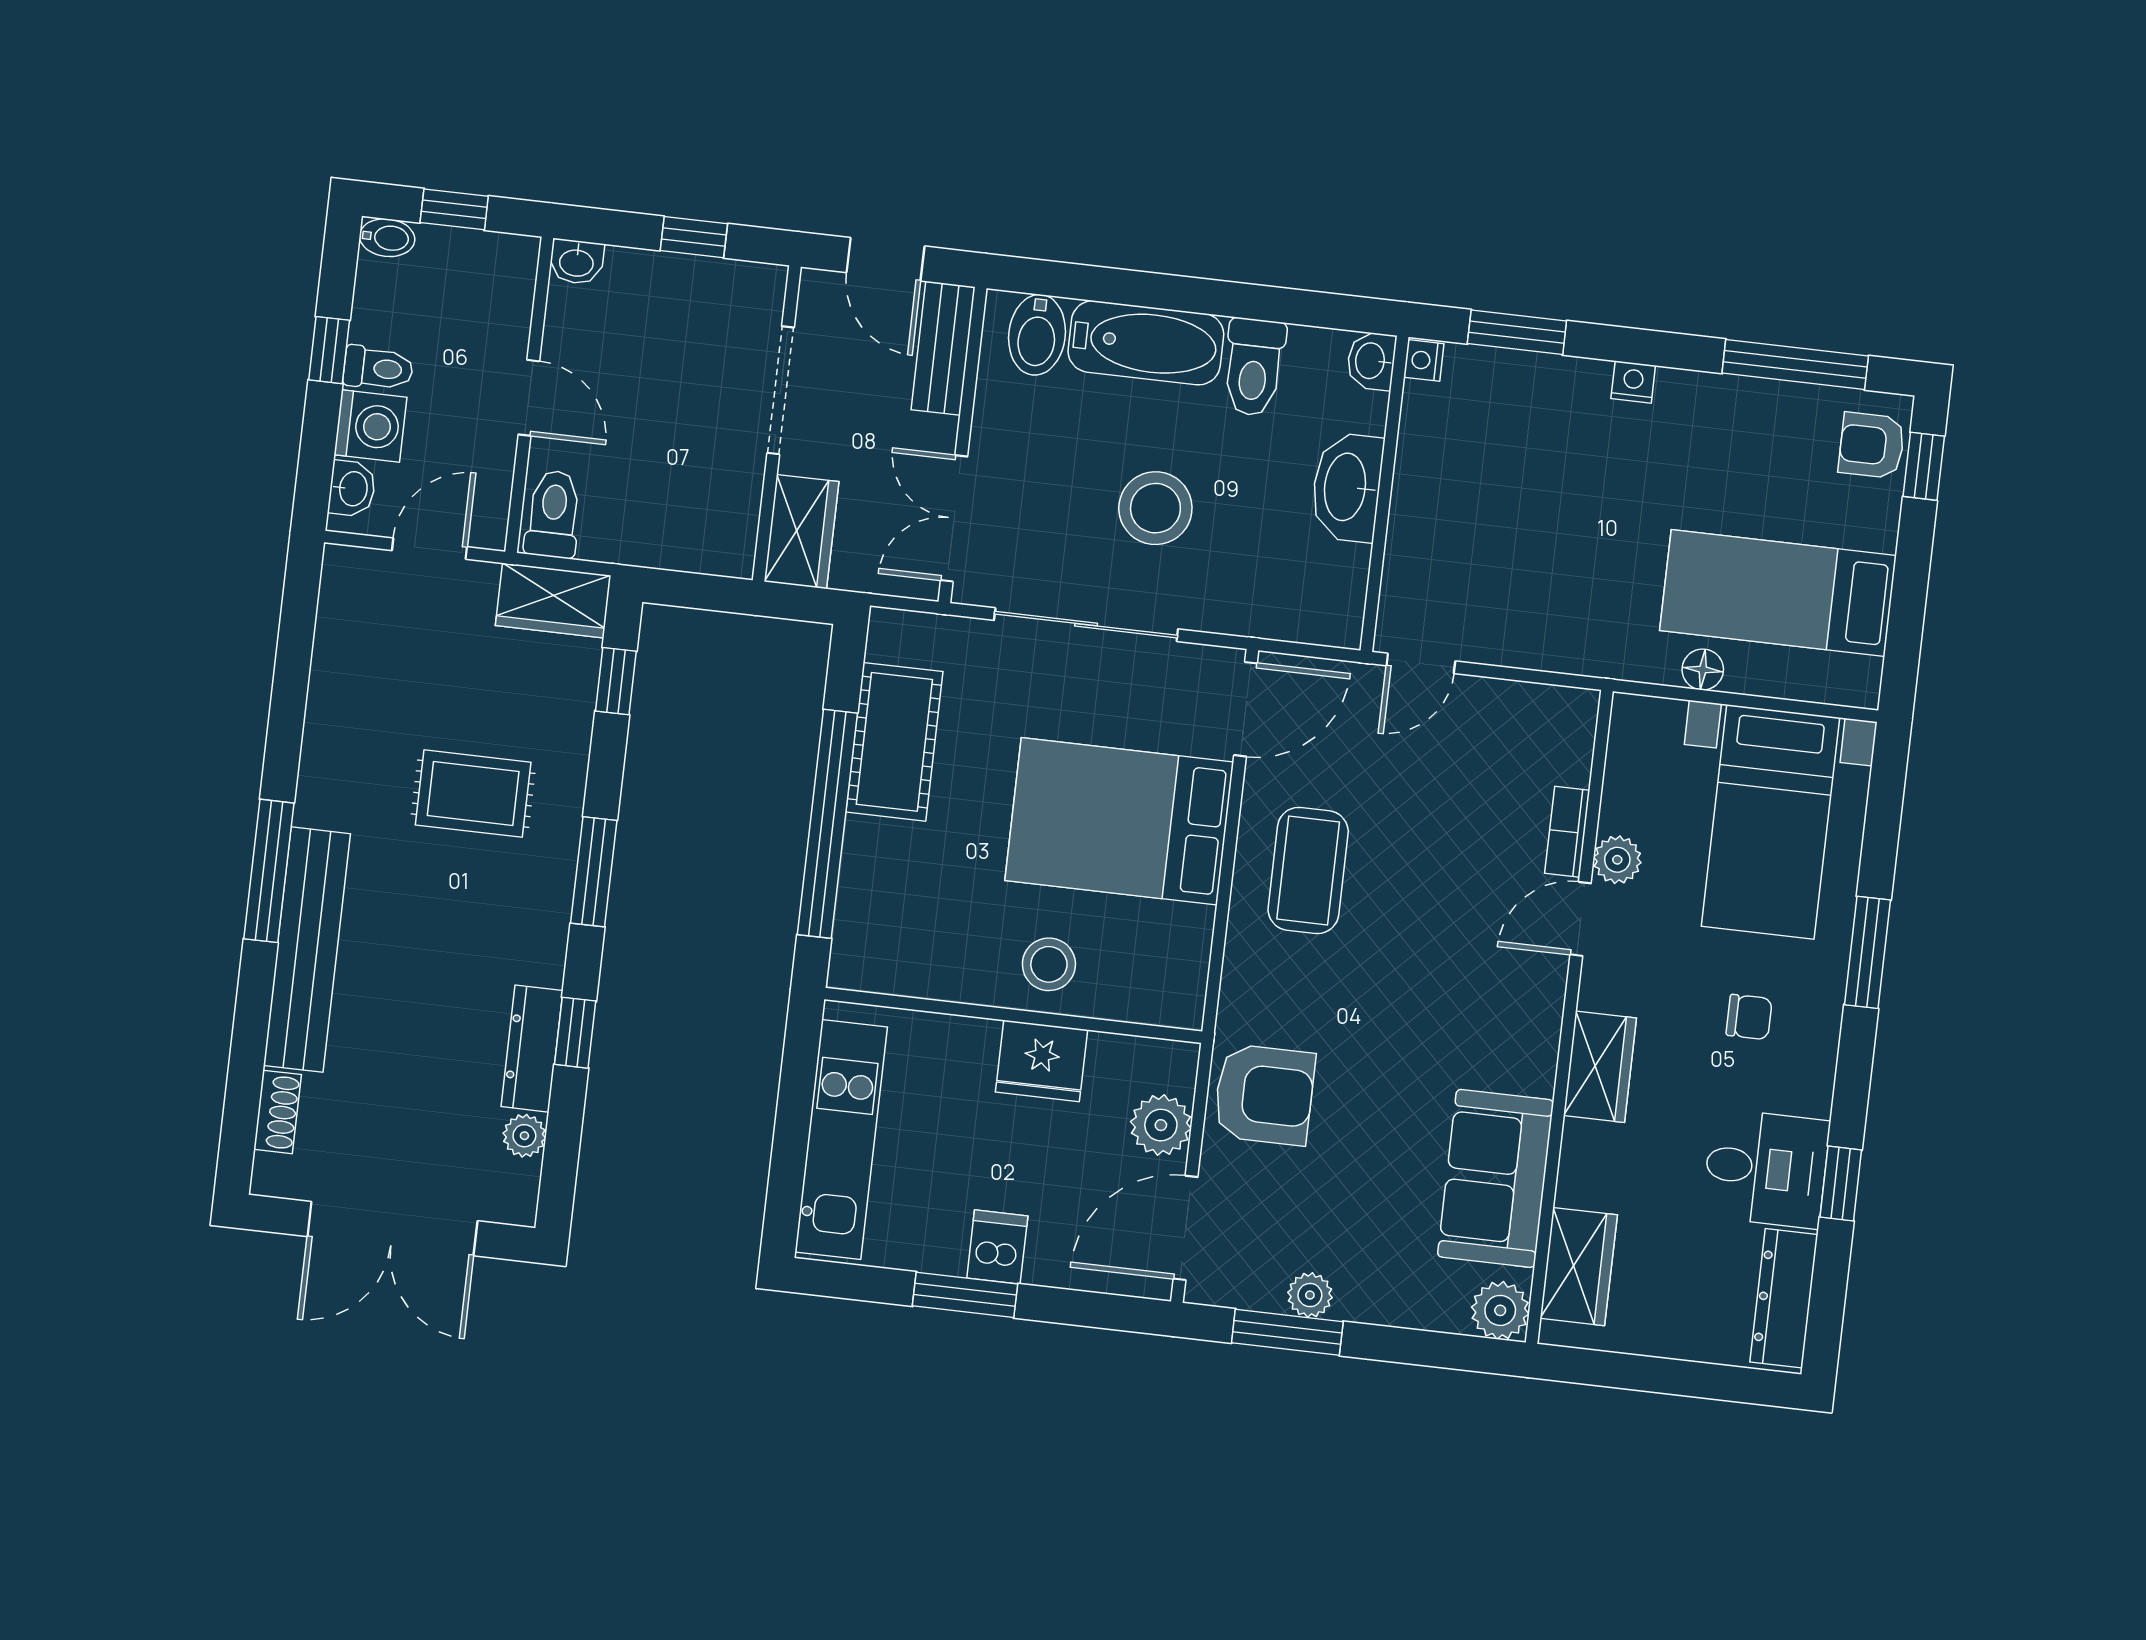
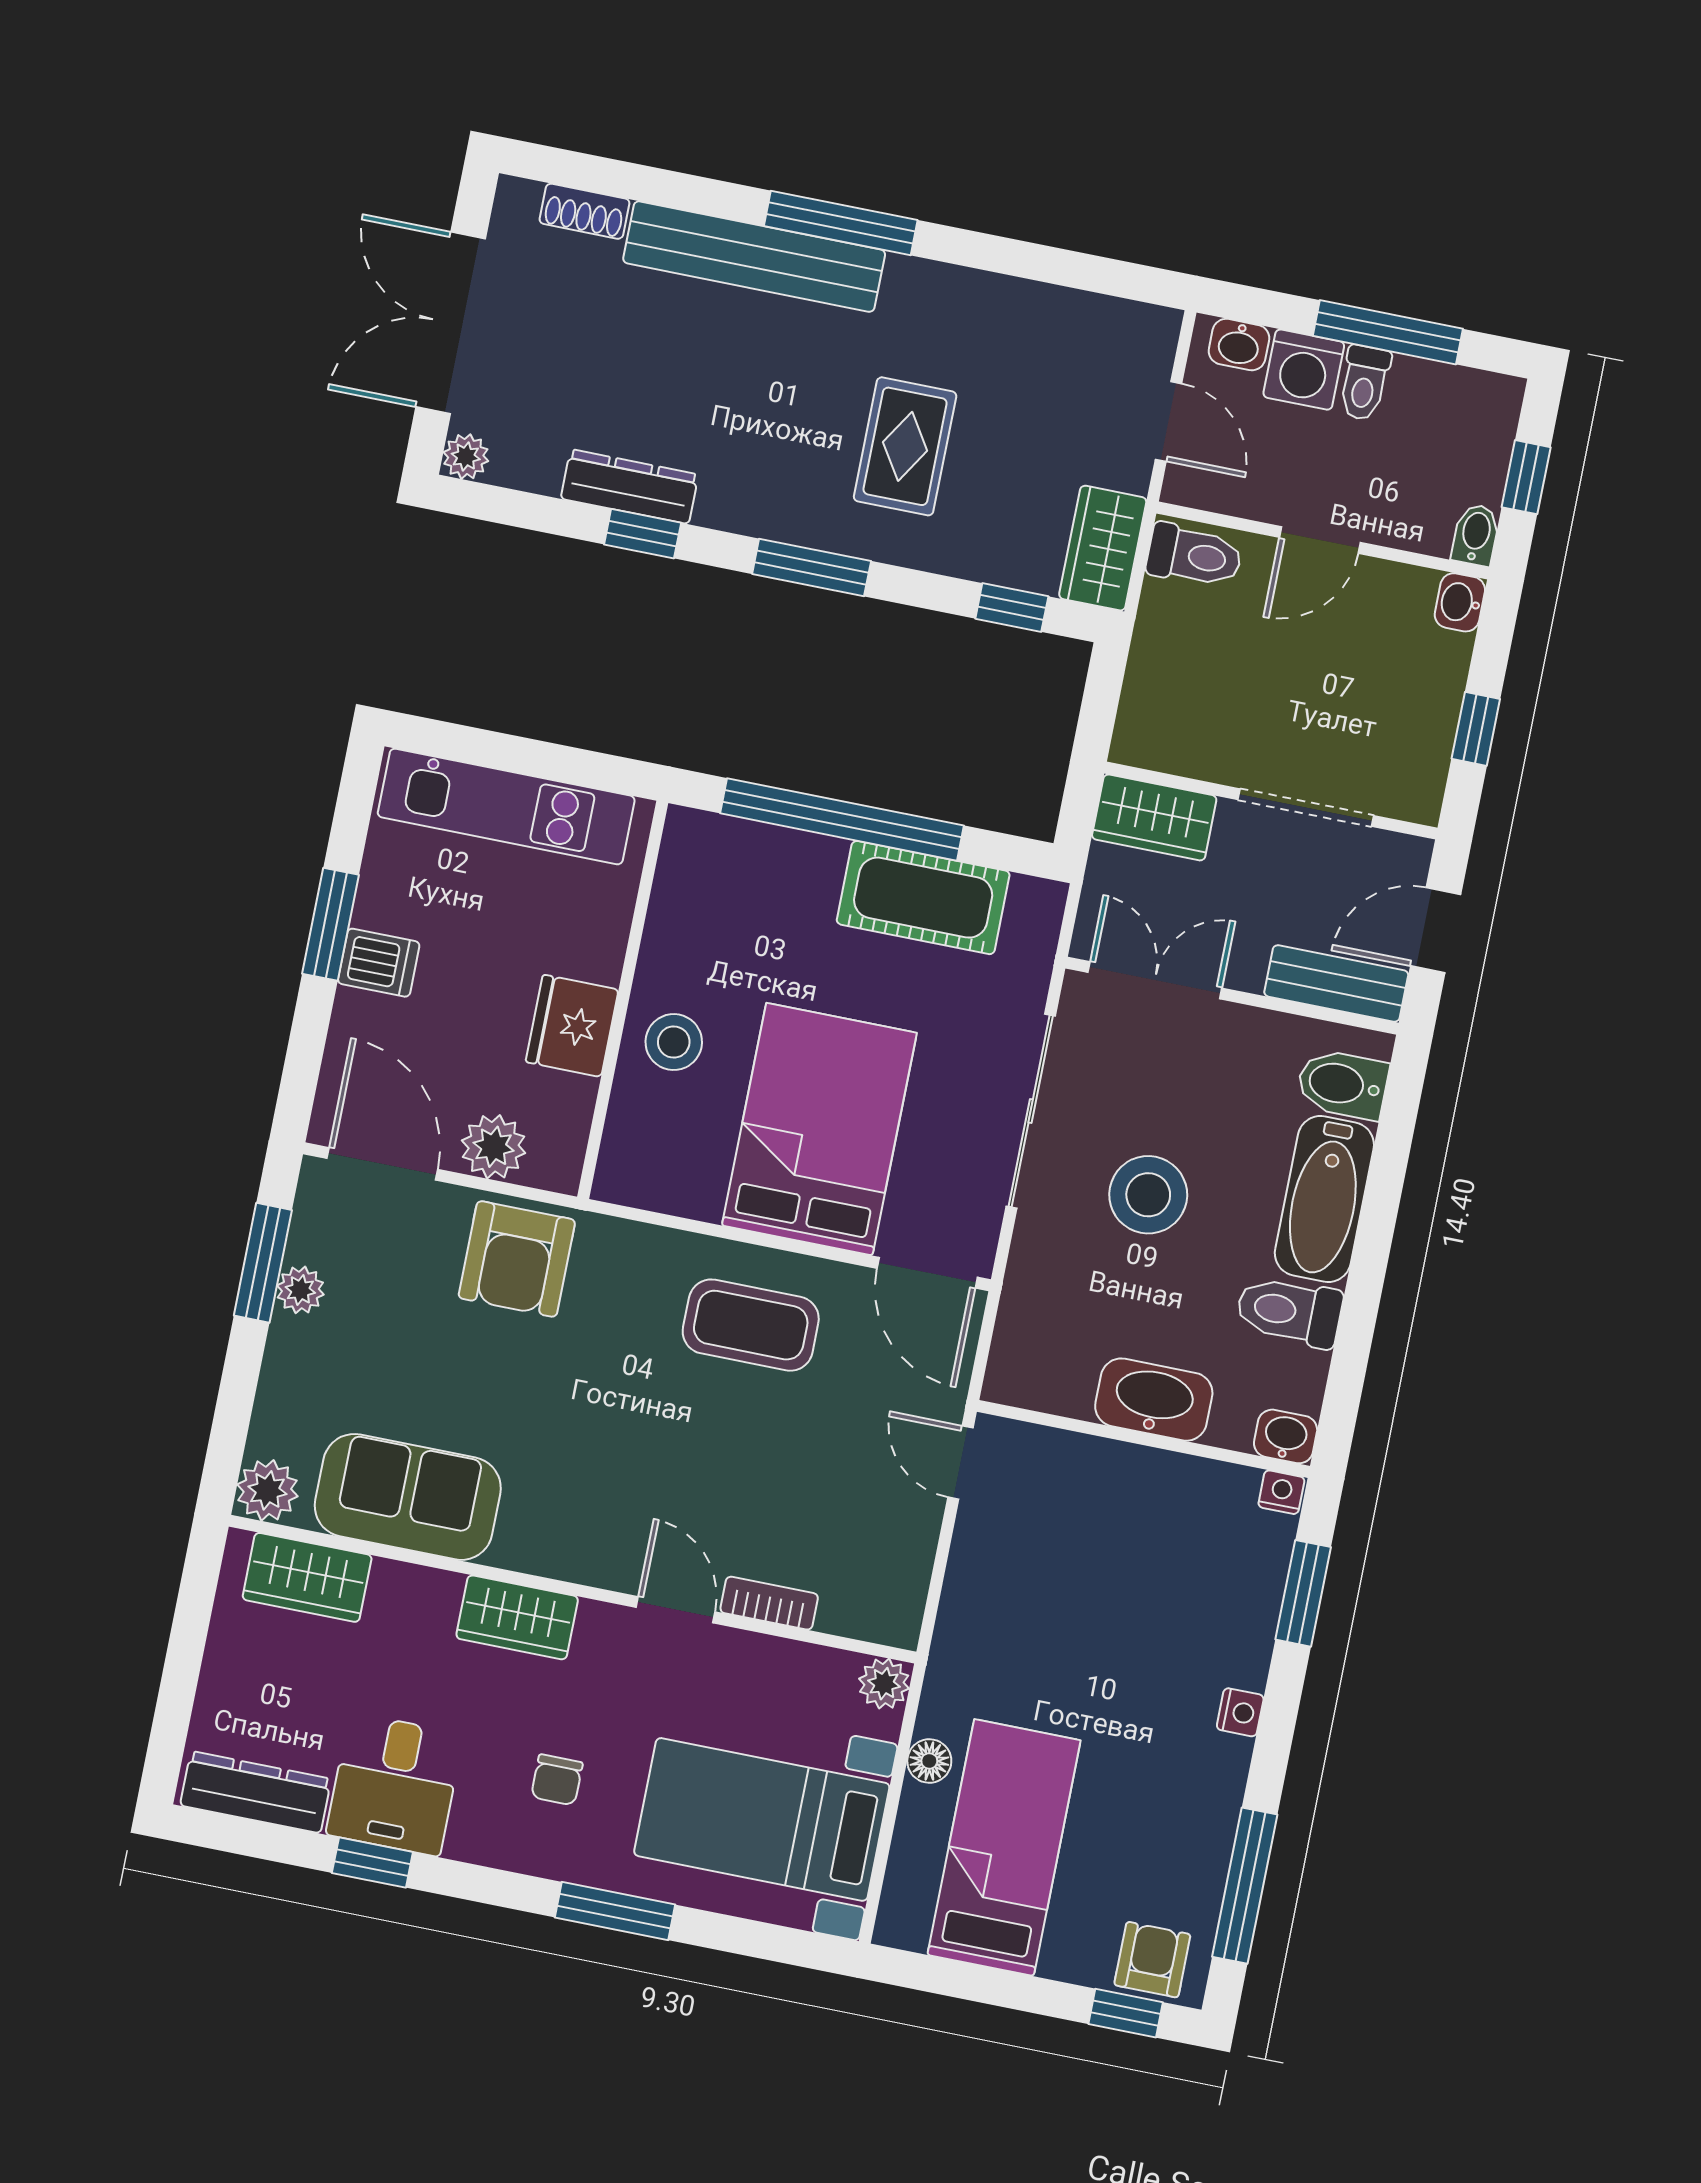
bidet: (387, 238) -> (1476, 535), moved, turned 180
window: (329, 350) -> (1388, 332), width x2.17
plant: (1617, 860) -> (884, 1684), moved
plant: (524, 1136) -> (466, 457), moved

